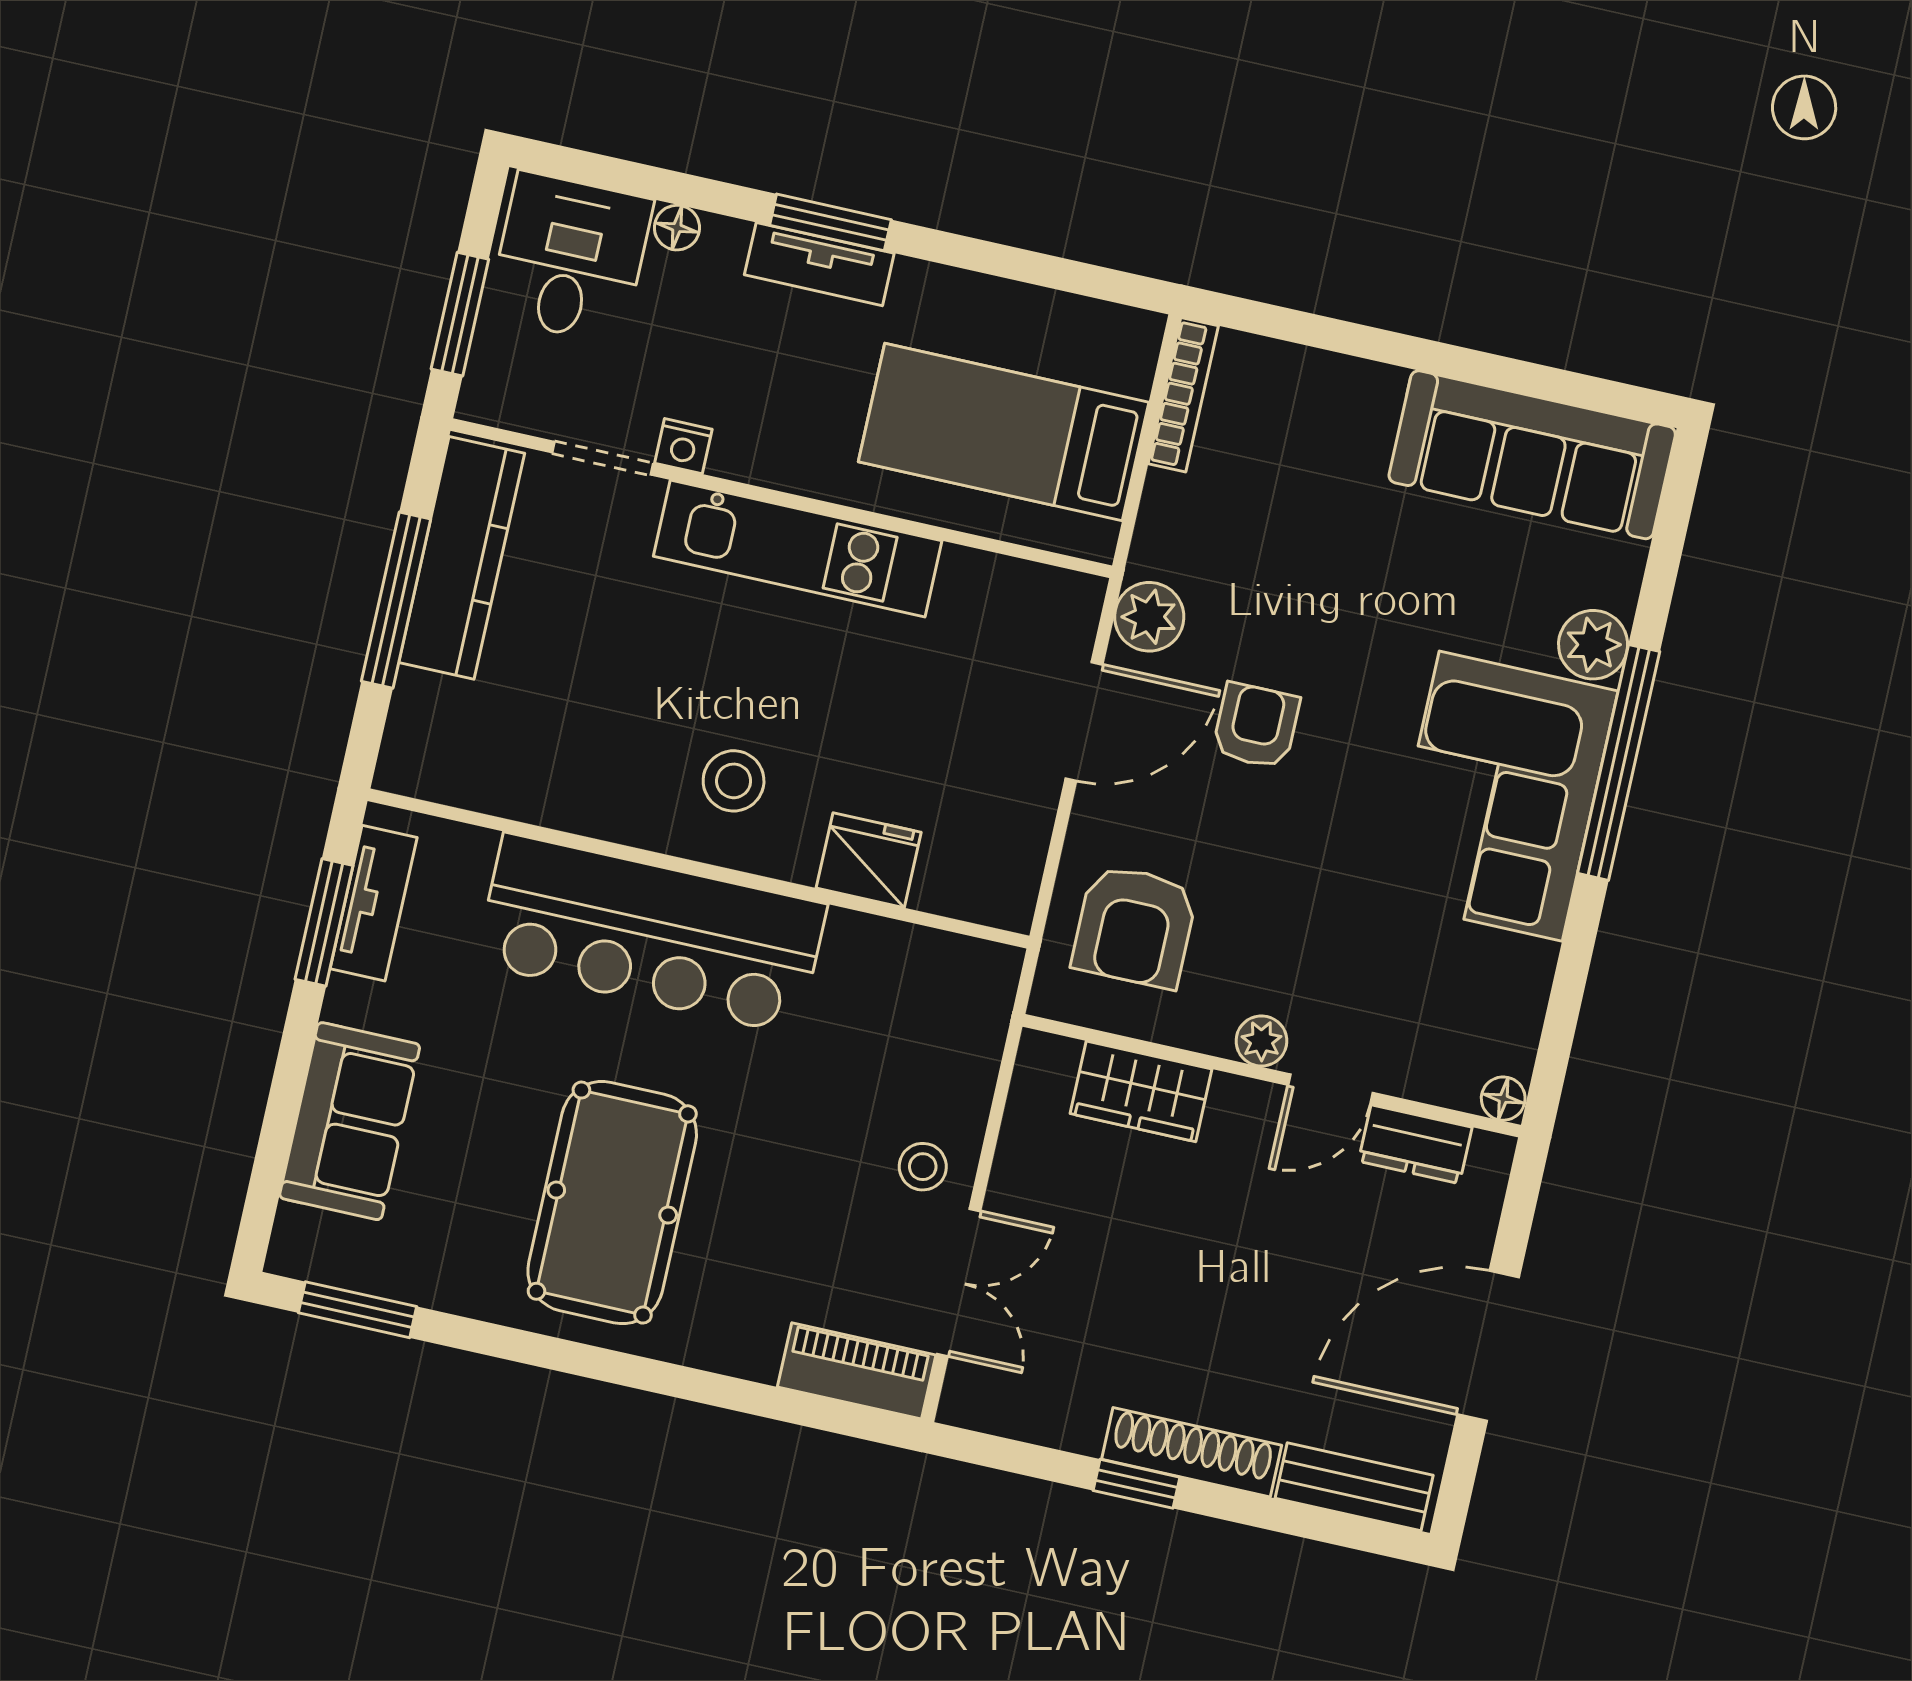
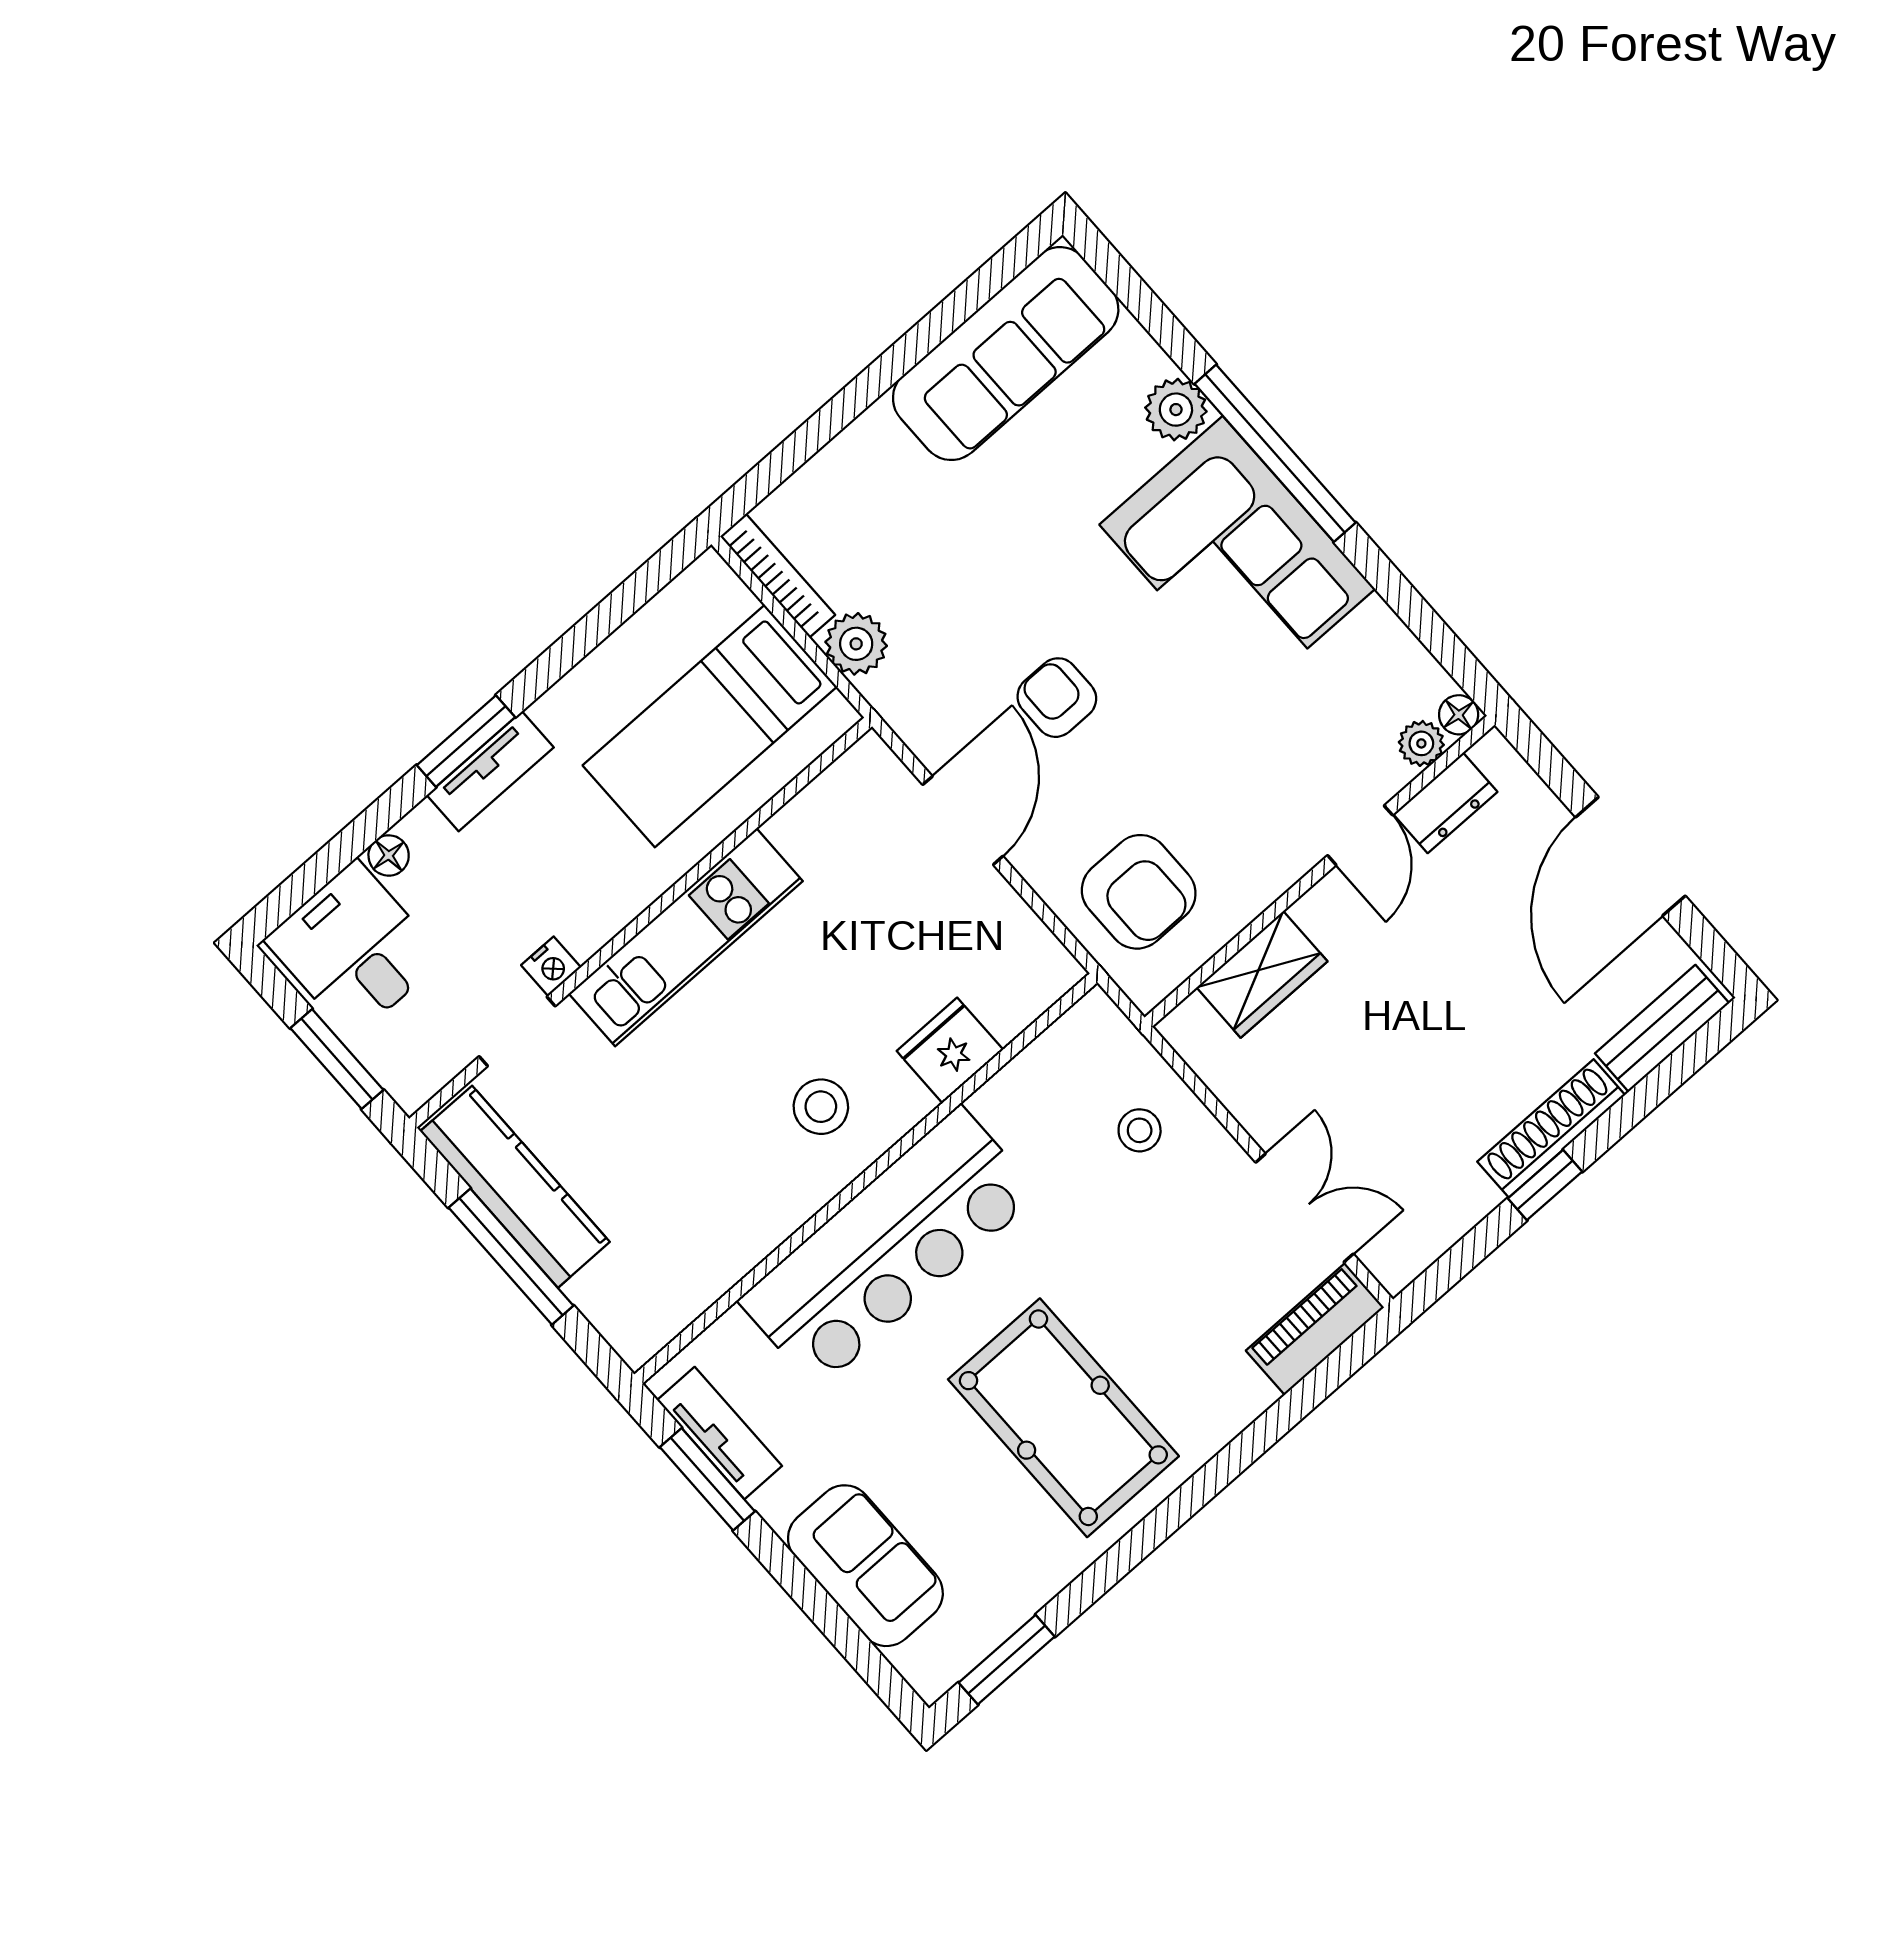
plant: (1149, 617) -> (856, 644), moved
plant: (1261, 1041) -> (1421, 743), moved
stool: (923, 1167) -> (1140, 1130), moved

